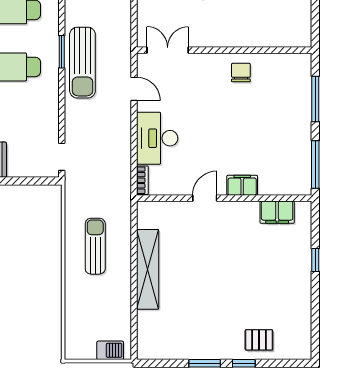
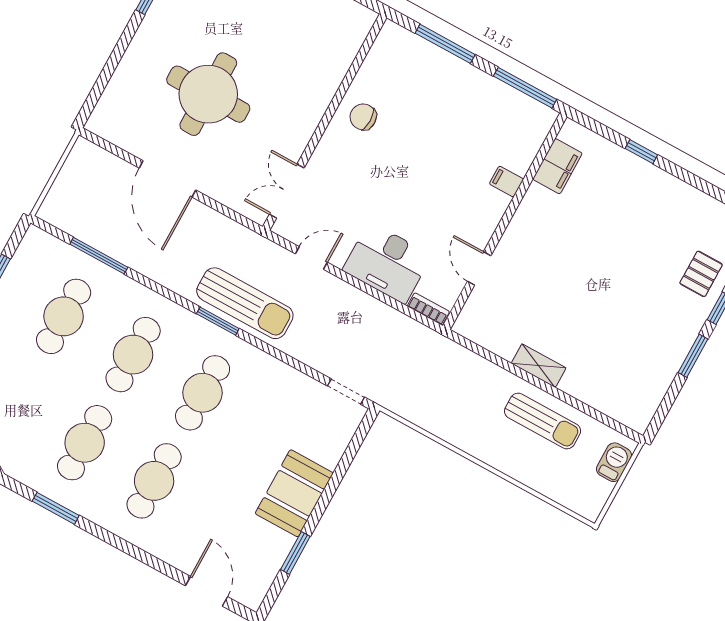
filing cabinet: (242, 185) -> (506, 182), width x0.50
door: (205, 198) -> (479, 268), moved
sun lounger: (95, 246) -> (543, 421), moved, turned 180
shelving: (148, 269) -> (539, 366), width x0.45, depth x0.75

